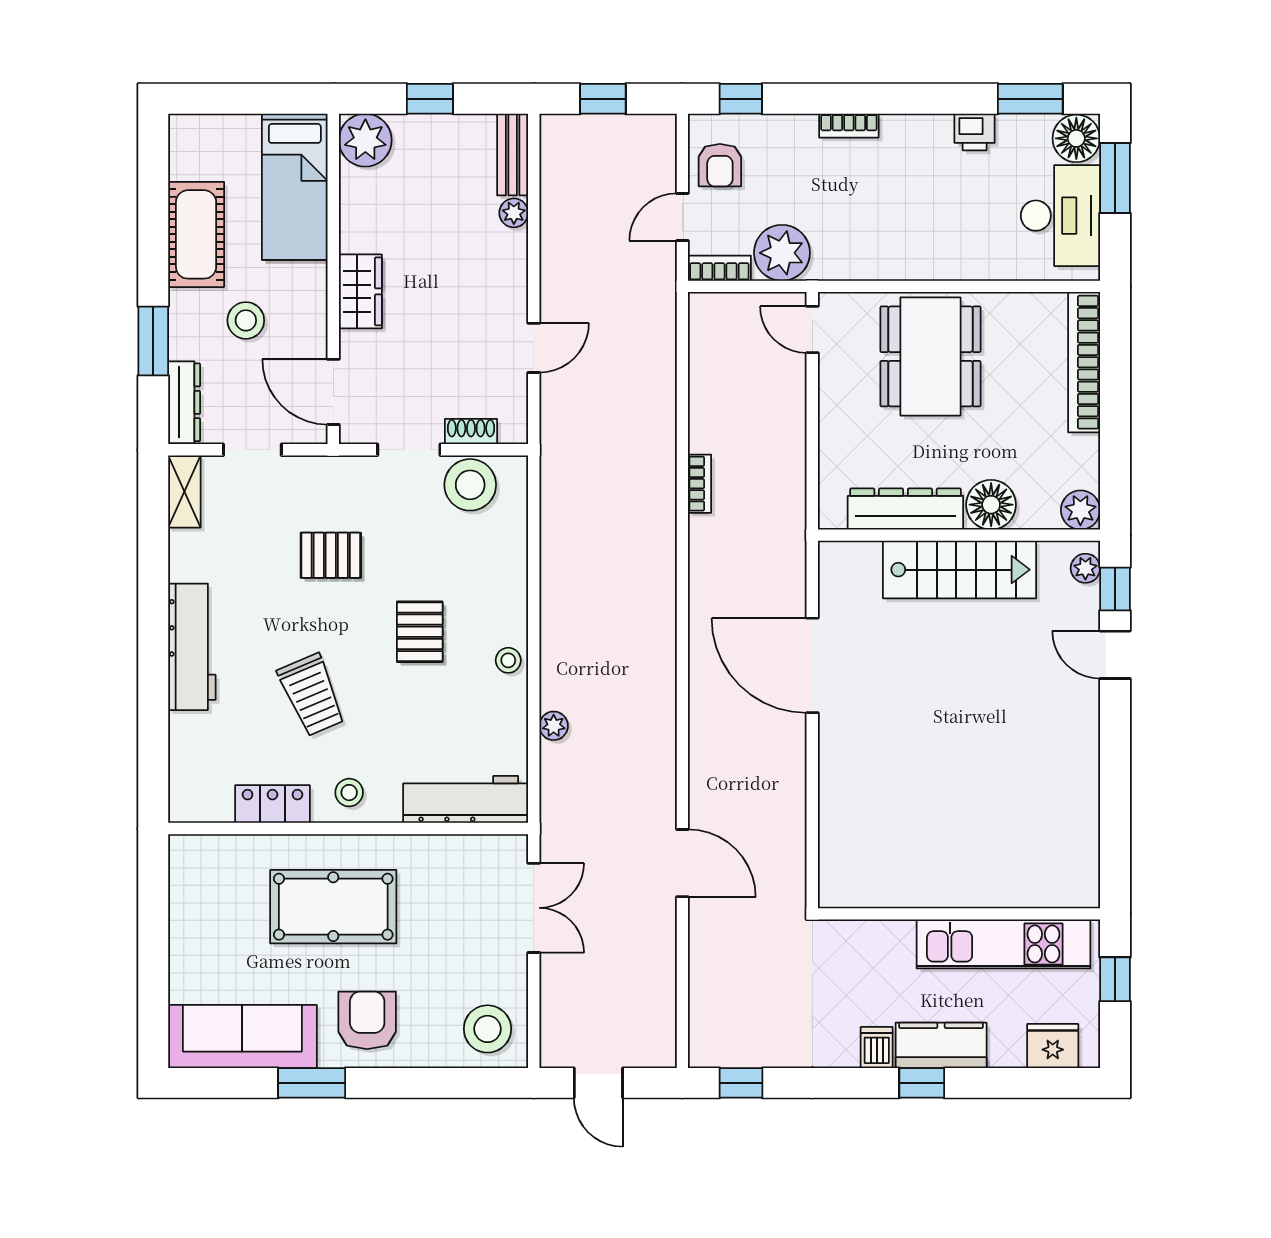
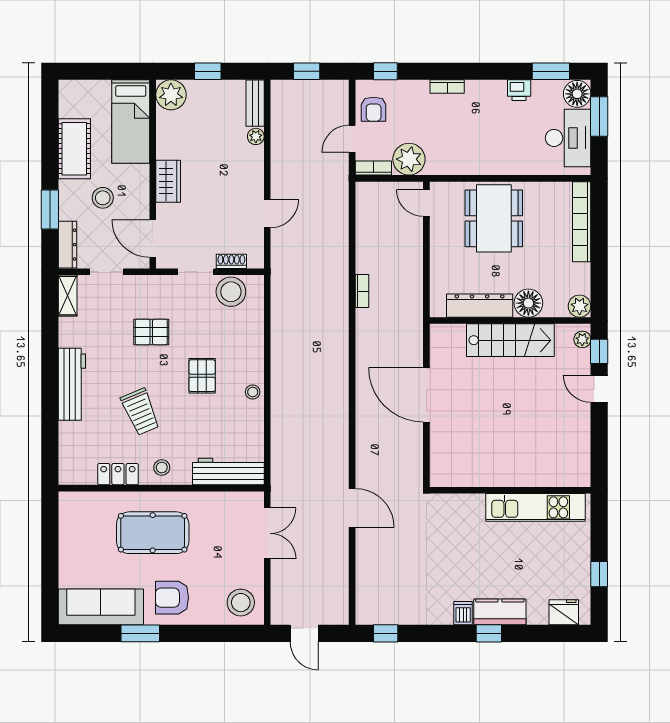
plant: (554, 726) -> (279, 429), removed
wall: (959, 914) -> (510, 490), moved
kitchen unit: (1003, 944) -> (536, 507), moved
armchair: (367, 1020) -> (172, 598), turned -90

